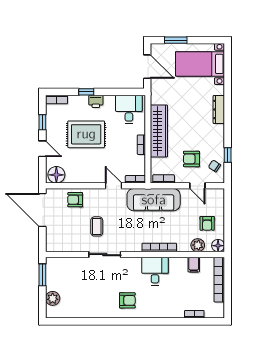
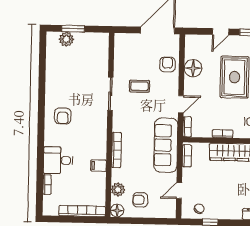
armchair: (191, 159) -> (207, 185), removed
floor lamp: (56, 175) -> (193, 68), moved
filing cabinet: (194, 265) -> (99, 166), moved
desk: (155, 271) -> (58, 160), moved, turned 180
window: (42, 275) -> (73, 29), moved

